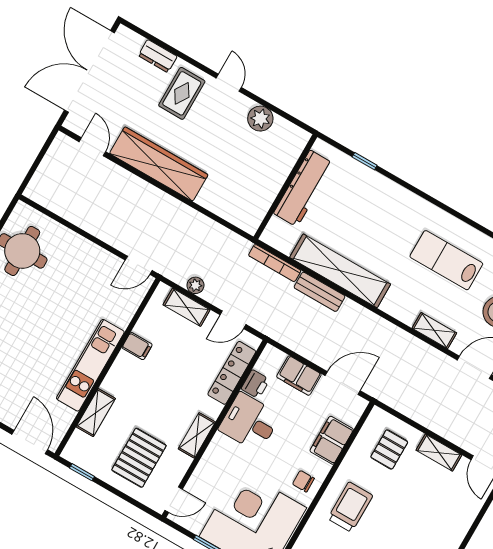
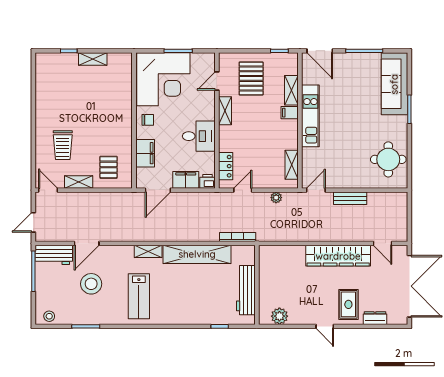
plant: (260, 119) -> (279, 316), moved
lab bench: (446, 260) -> (139, 296), turned 90
bench: (320, 292) -> (350, 198), moved
shelving: (187, 307) -> (292, 165), moved, turned 90
shelving: (434, 330) -> (148, 251), moved
filing cabinet: (137, 346) -> (290, 113), moved
locker: (232, 373) -> (226, 166), width x0.66
printer: (255, 384) -> (207, 181), moved, turned 90
door: (174, 500) -> (217, 81), moved
trolley: (350, 507) -> (63, 145), moved

